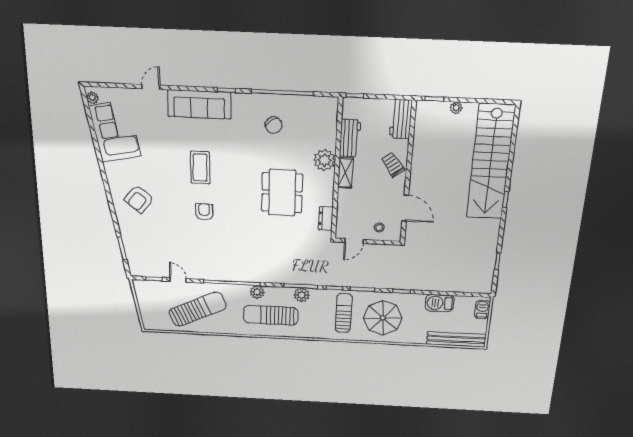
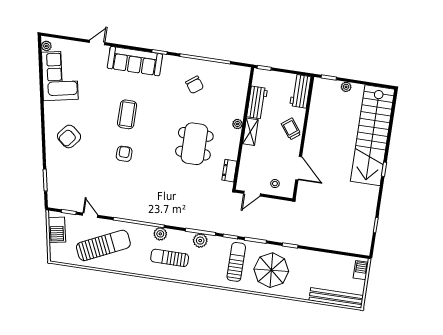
plant: (324, 160) -> (237, 124), width x0.53, depth x0.53
barbecue: (439, 303) -> (57, 230), moved, turned -101
sun lounger: (271, 315) -> (170, 258), width x0.73, depth x0.75

